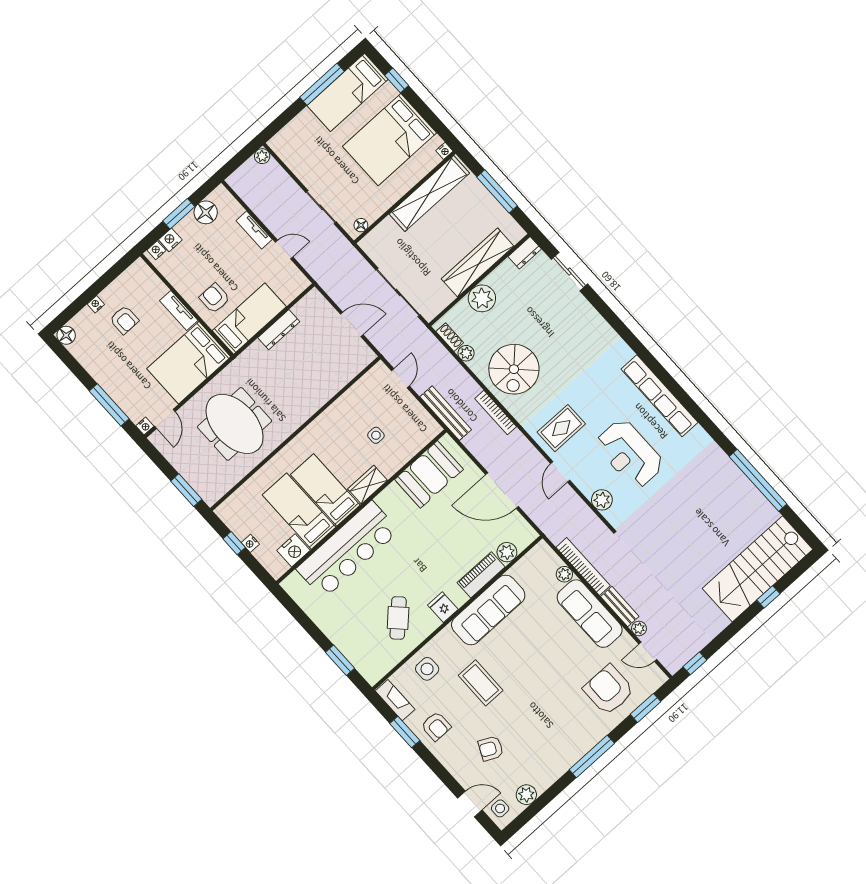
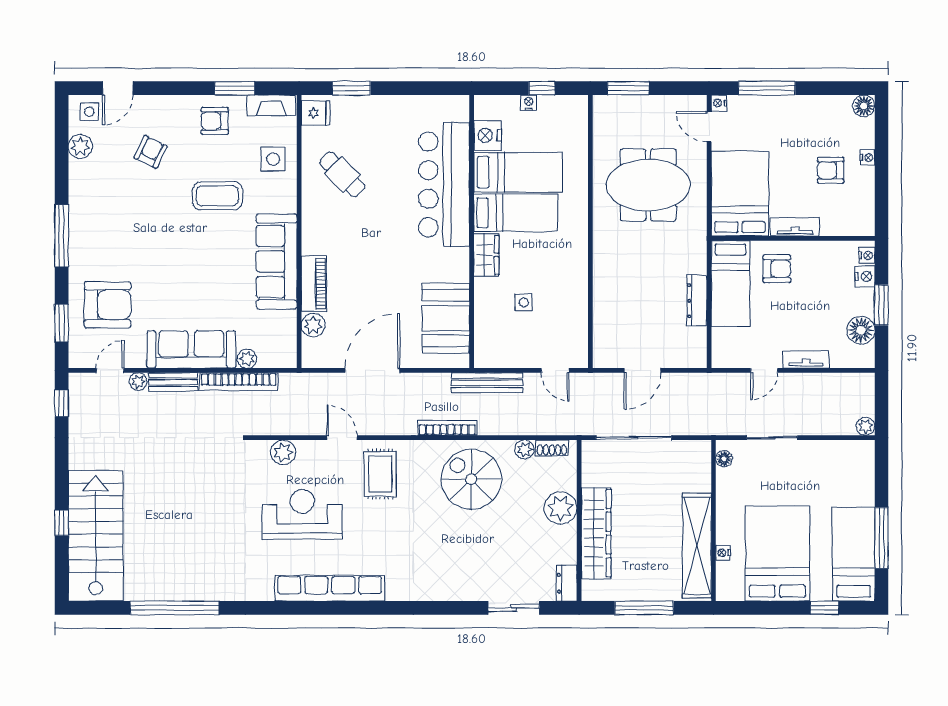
nightstand: (444, 151) -> (723, 553), moved
fridge: (443, 607) -> (316, 113), moved

